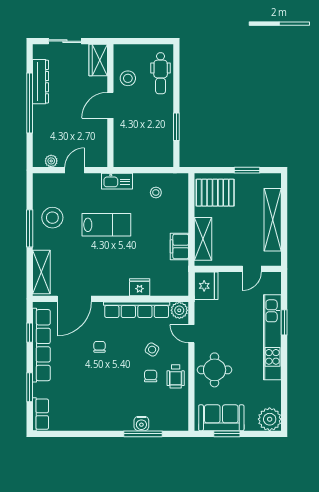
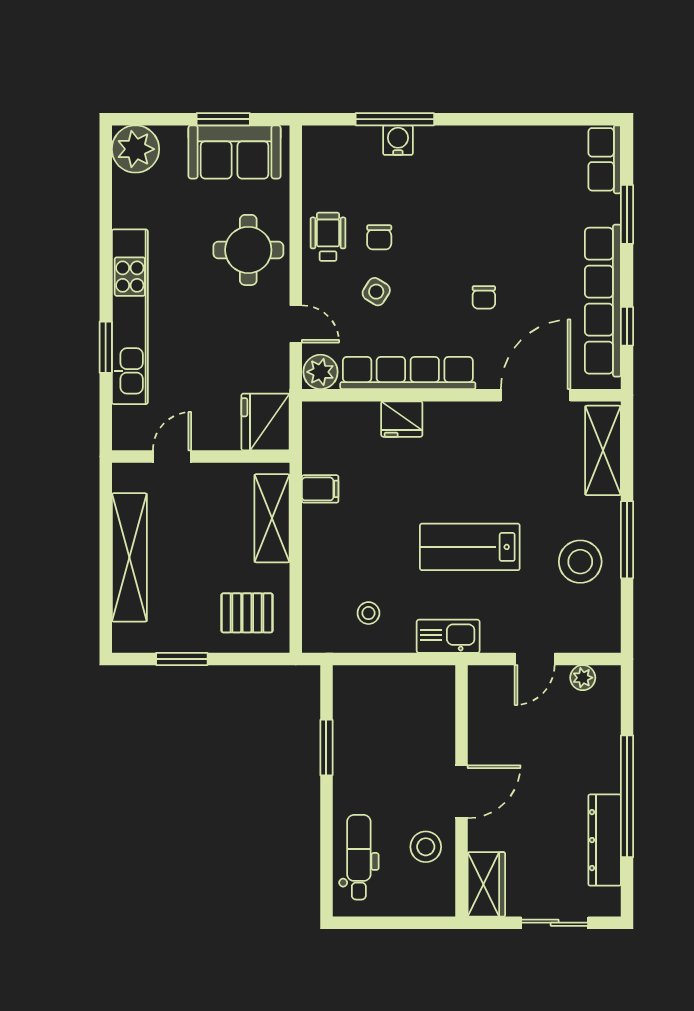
pallet: (215, 193) -> (247, 613), width x0.67, depth x0.71
filing cabinet: (179, 246) -> (320, 489), width x0.50

